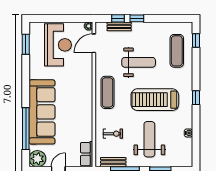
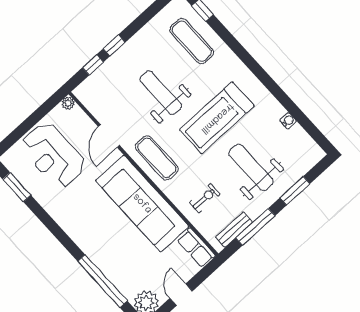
bench: (119, 26) -> (102, 72), removed
door: (94, 43) -> (109, 136), moved
reception desk: (58, 45) -> (53, 155), turned 180
weight bench: (139, 62) -> (161, 93), turned -90
window: (196, 98) -> (260, 74), removed
sofa: (42, 112) -> (142, 204), moved, turned 180

